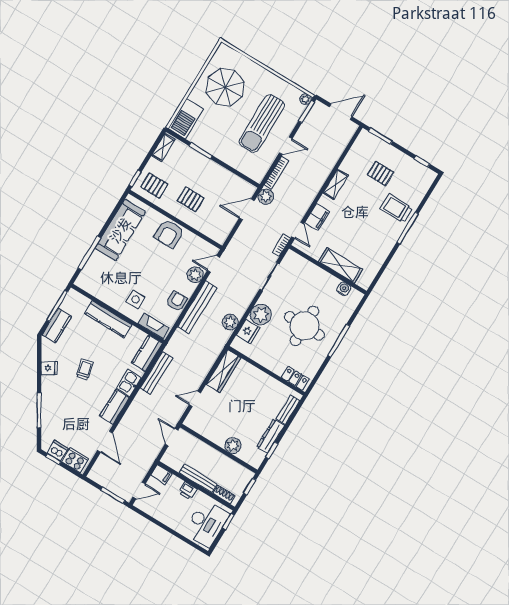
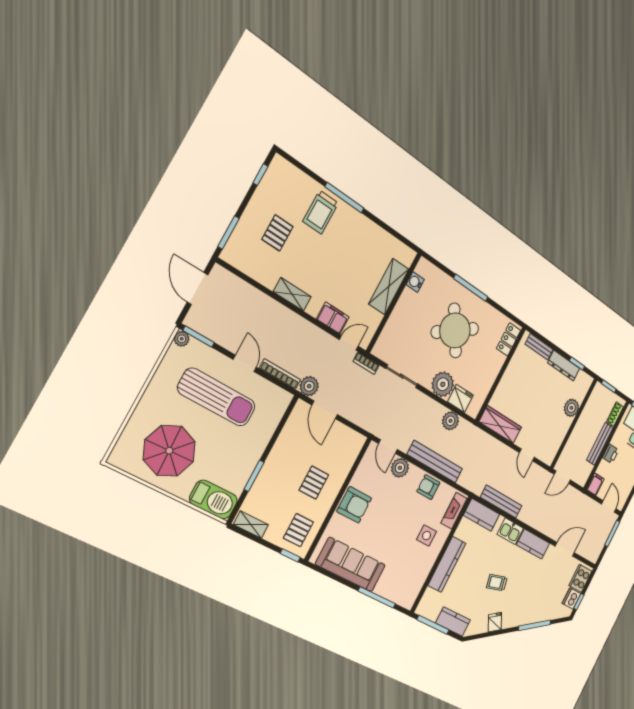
round table: (304, 326) -> (455, 330), turned -34

